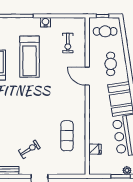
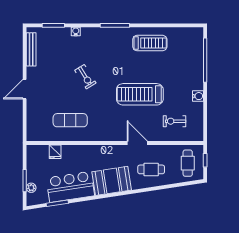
treadmill: (30, 57) -> (140, 94), moved
door: (87, 76) -> (137, 143), hinge flipped
exercise bike: (29, 149) -> (85, 77), moved

